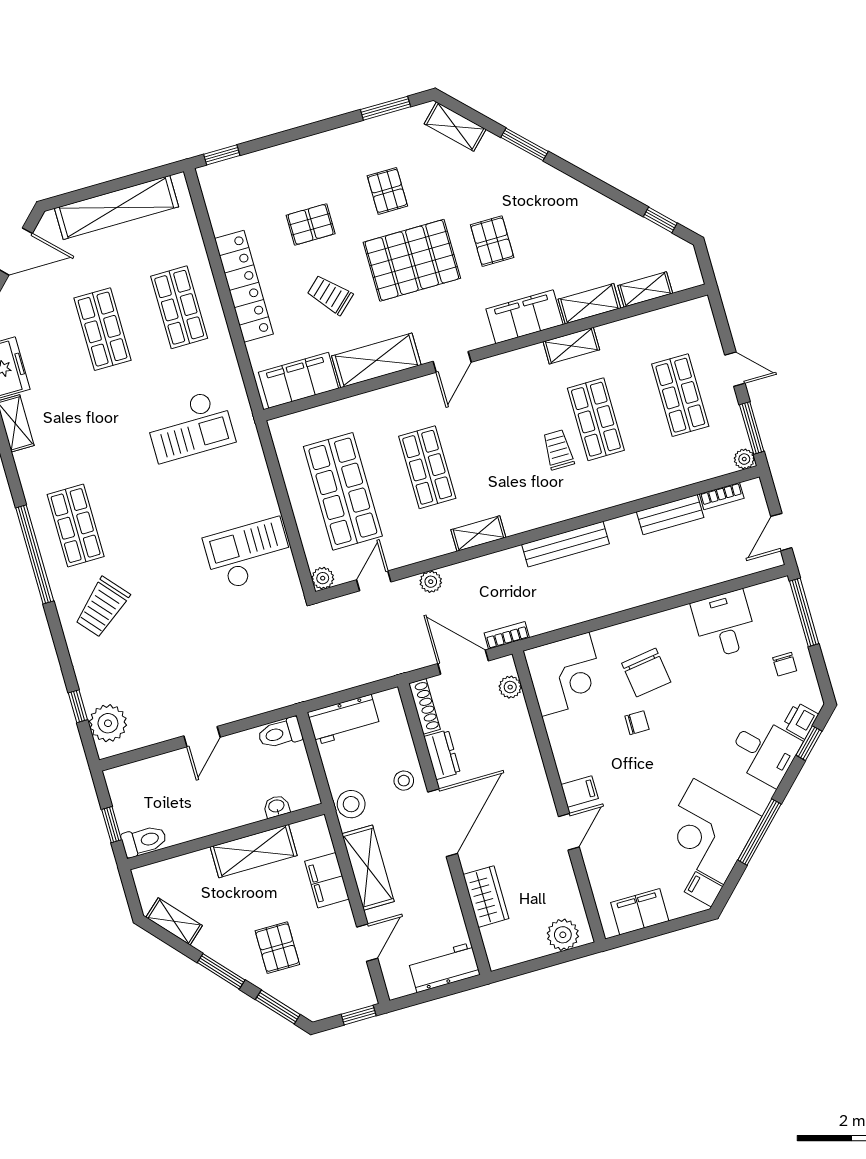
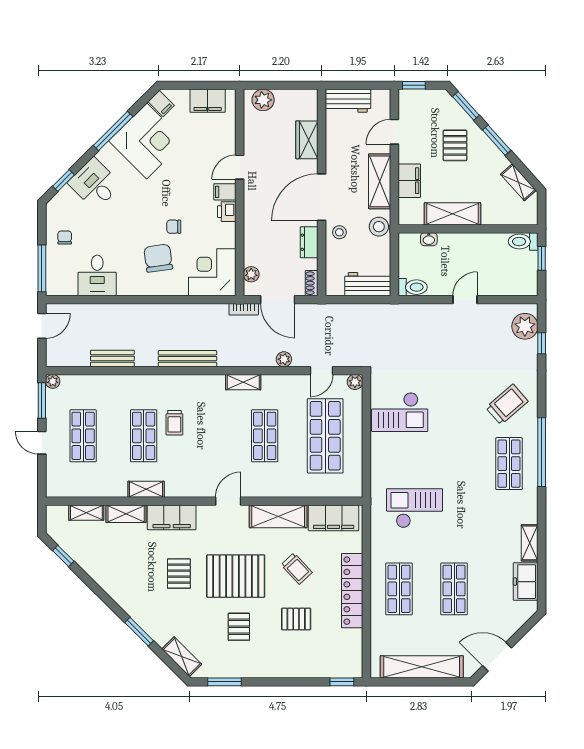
bookcase: (722, 496) -> (75, 361), removed
shoe rack: (425, 706) -> (312, 283), width x0.70
printer: (800, 720) -> (227, 212), moved, turned 135

